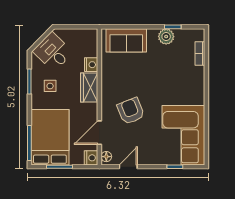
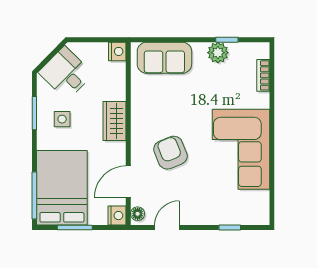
nightstand: (91, 65) -> (117, 51), moved
corner sofa: (183, 135) -> (241, 149), moved

